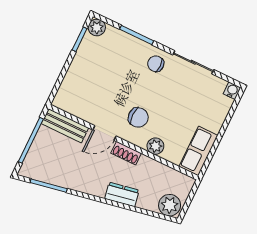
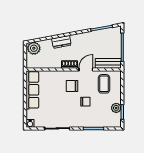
plant: (97, 27) -> (116, 108), moved
chair: (156, 64) -> (85, 102), moved
coffee table: (87, 97) -> (104, 84), added
plant: (155, 146) -> (56, 75), removed
row of seats: (198, 151) -> (32, 90), width x1.48

